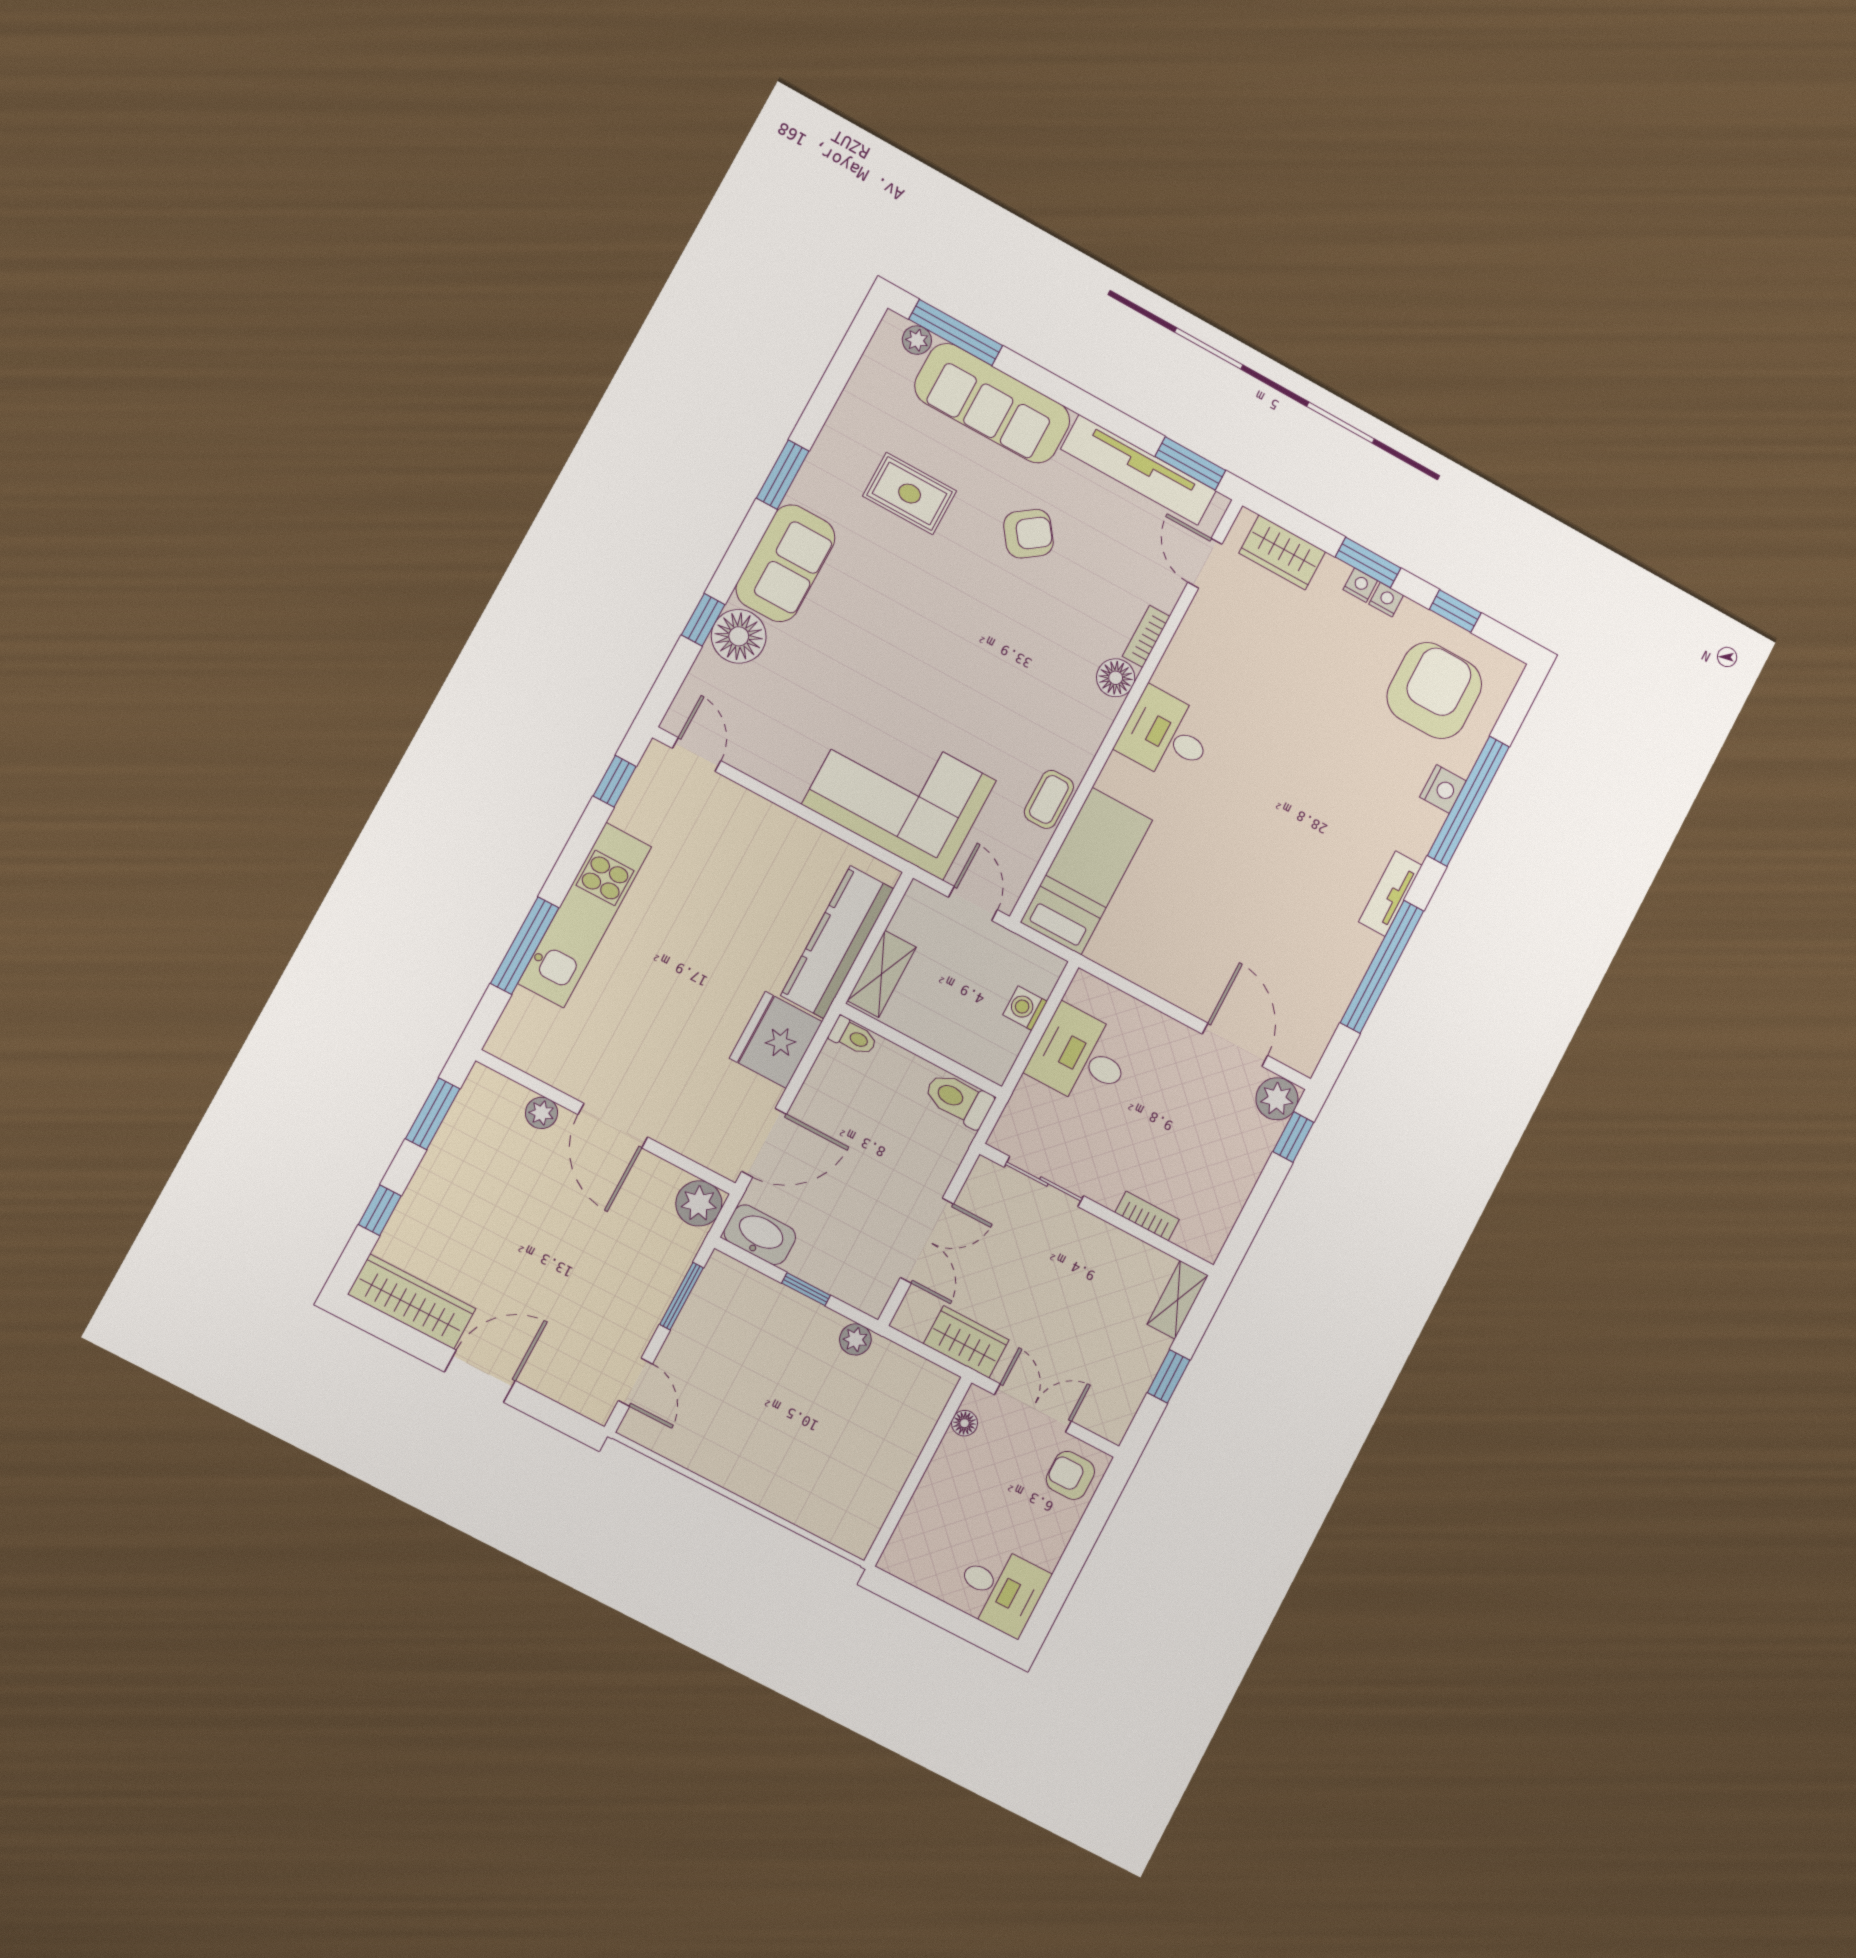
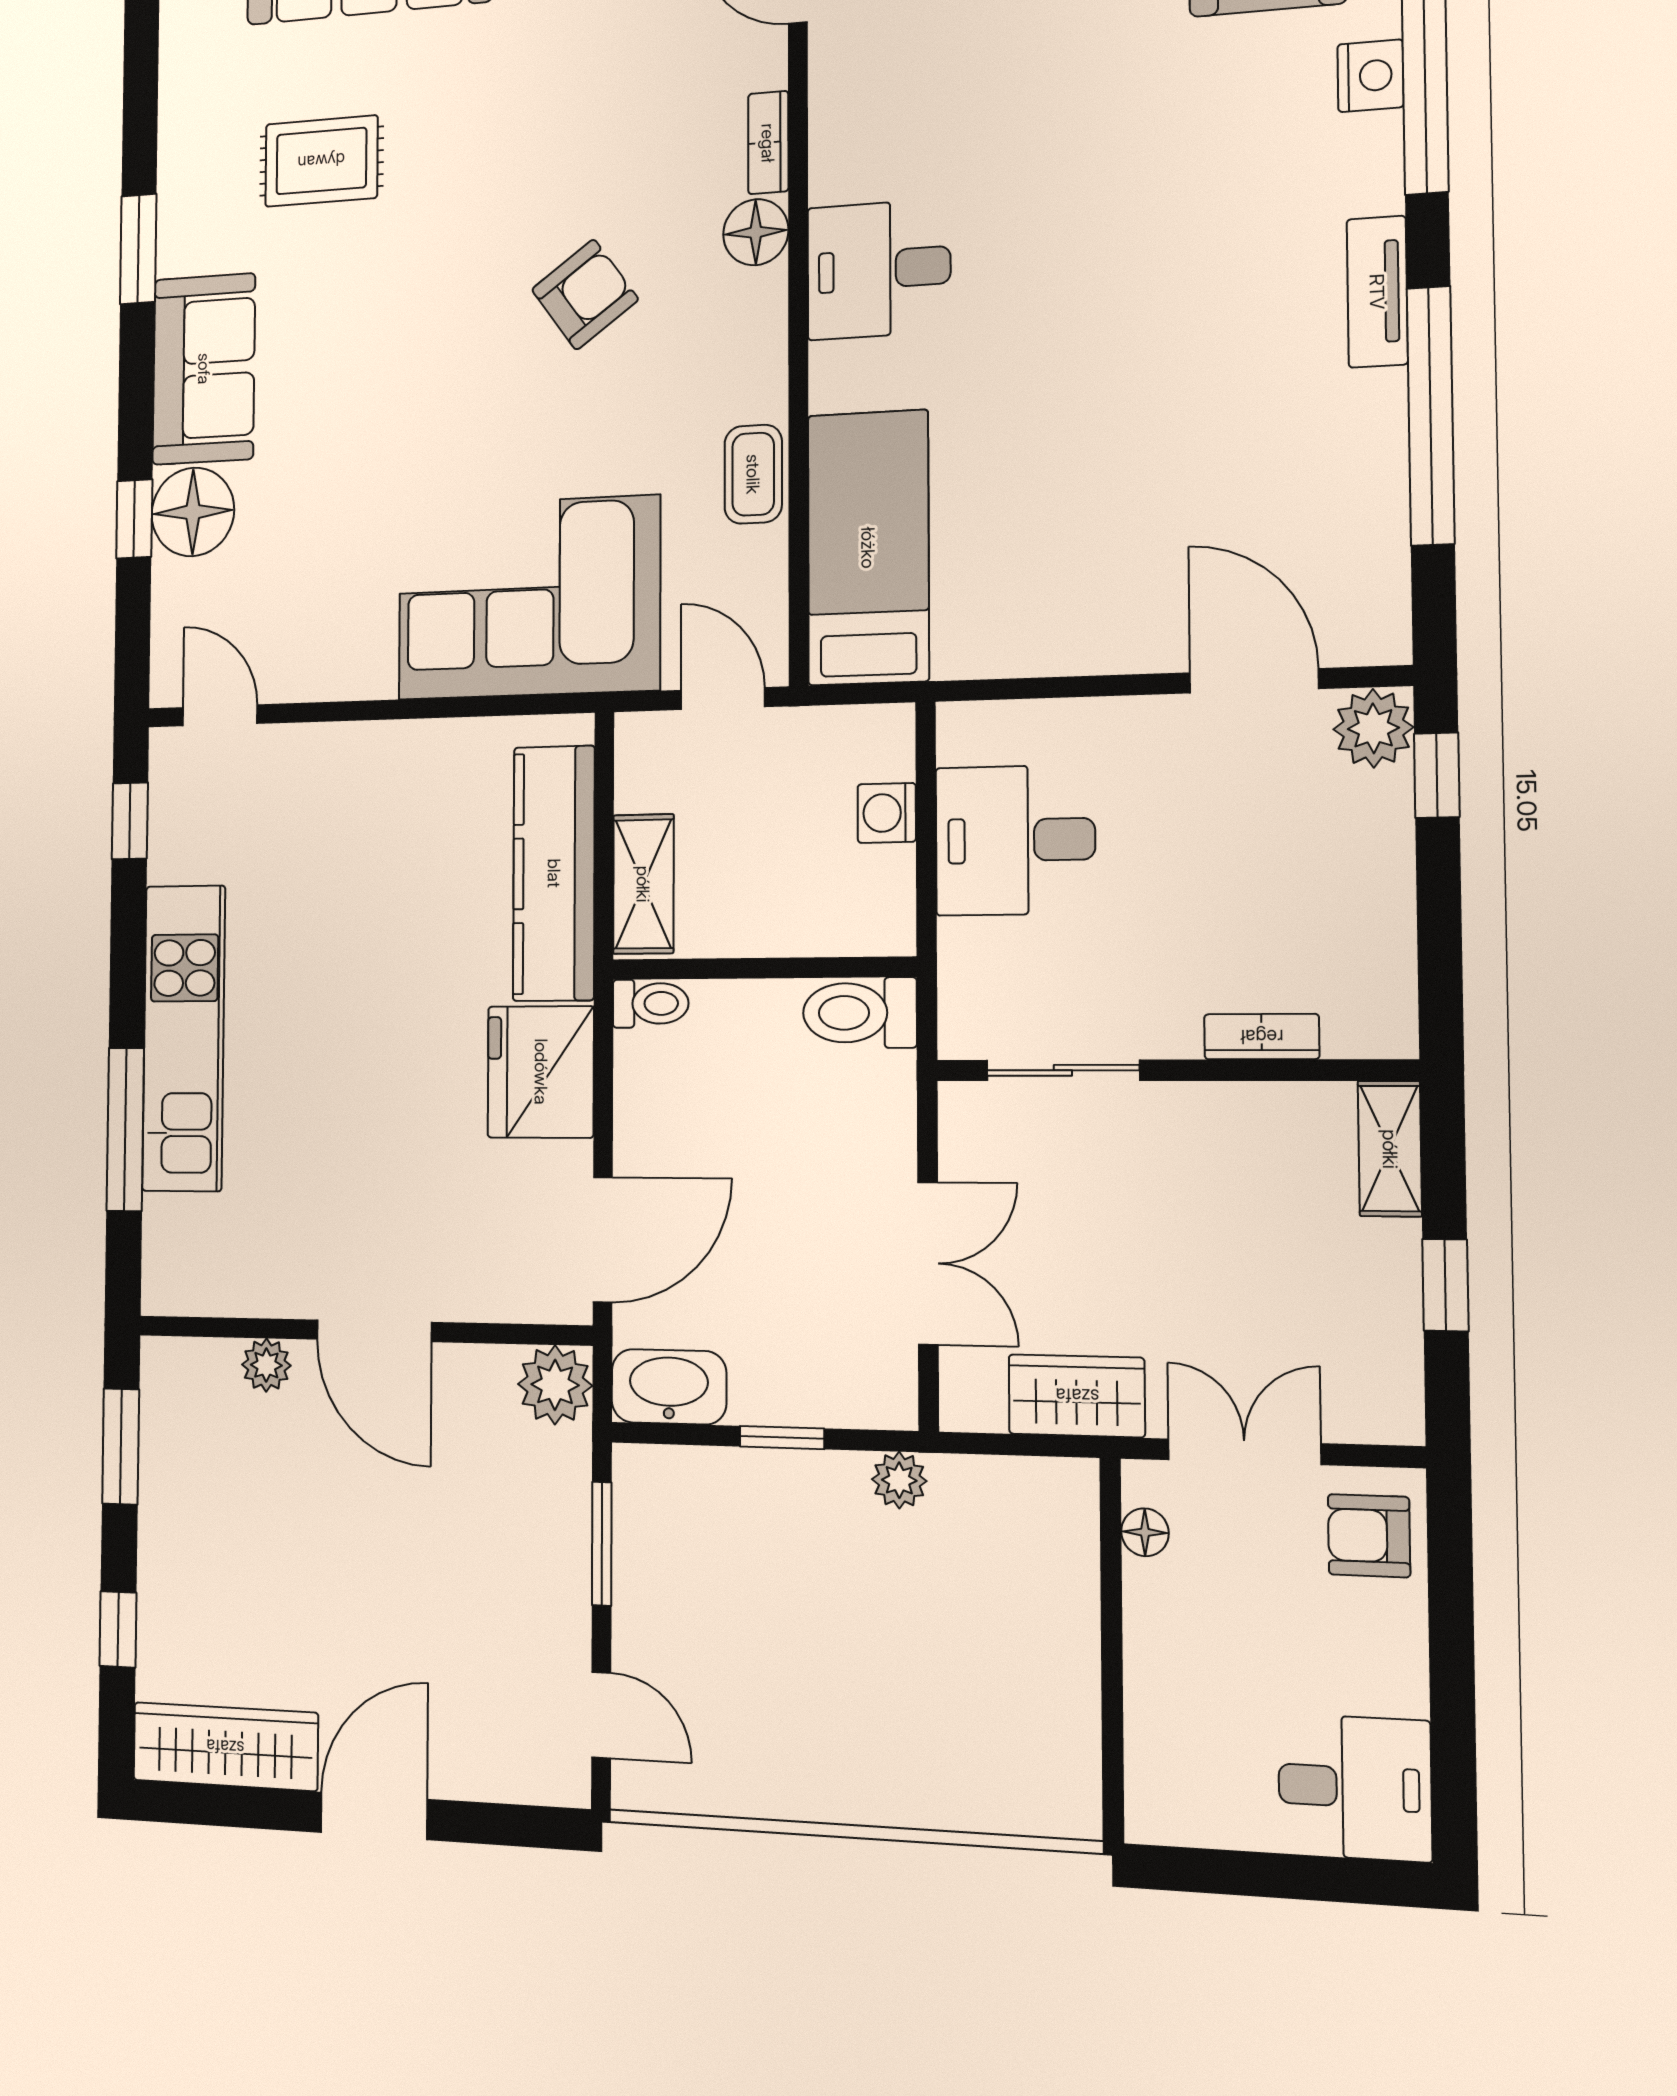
armchair: (1028, 534) -> (585, 295), moved

